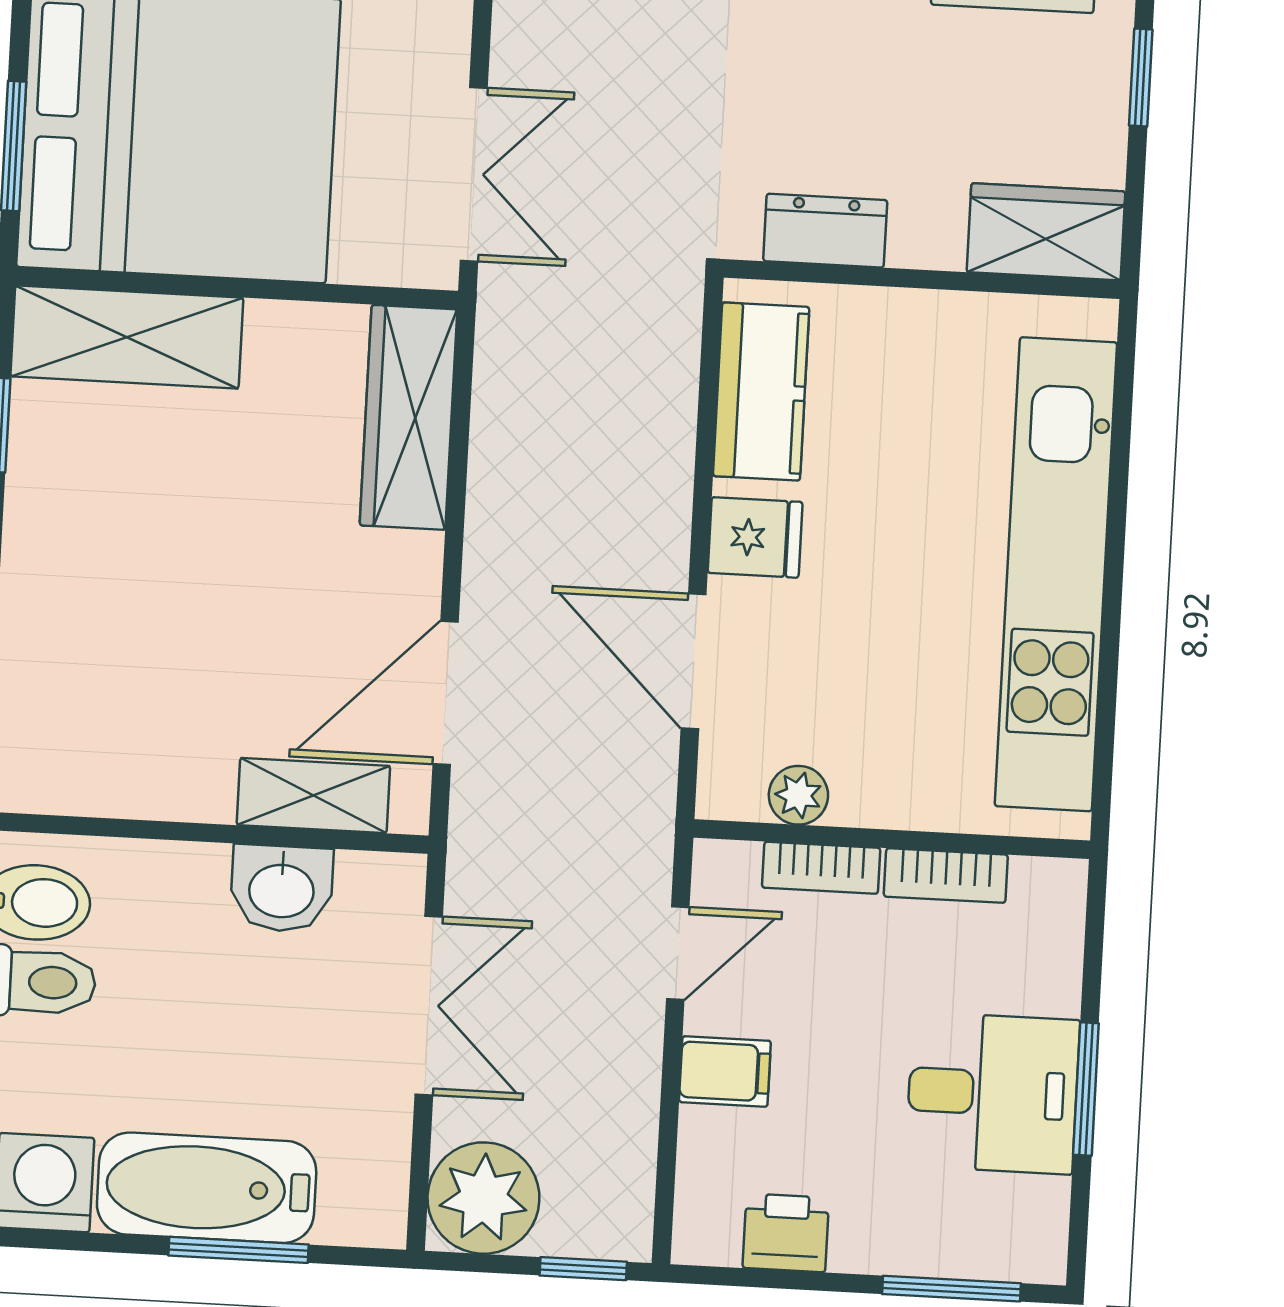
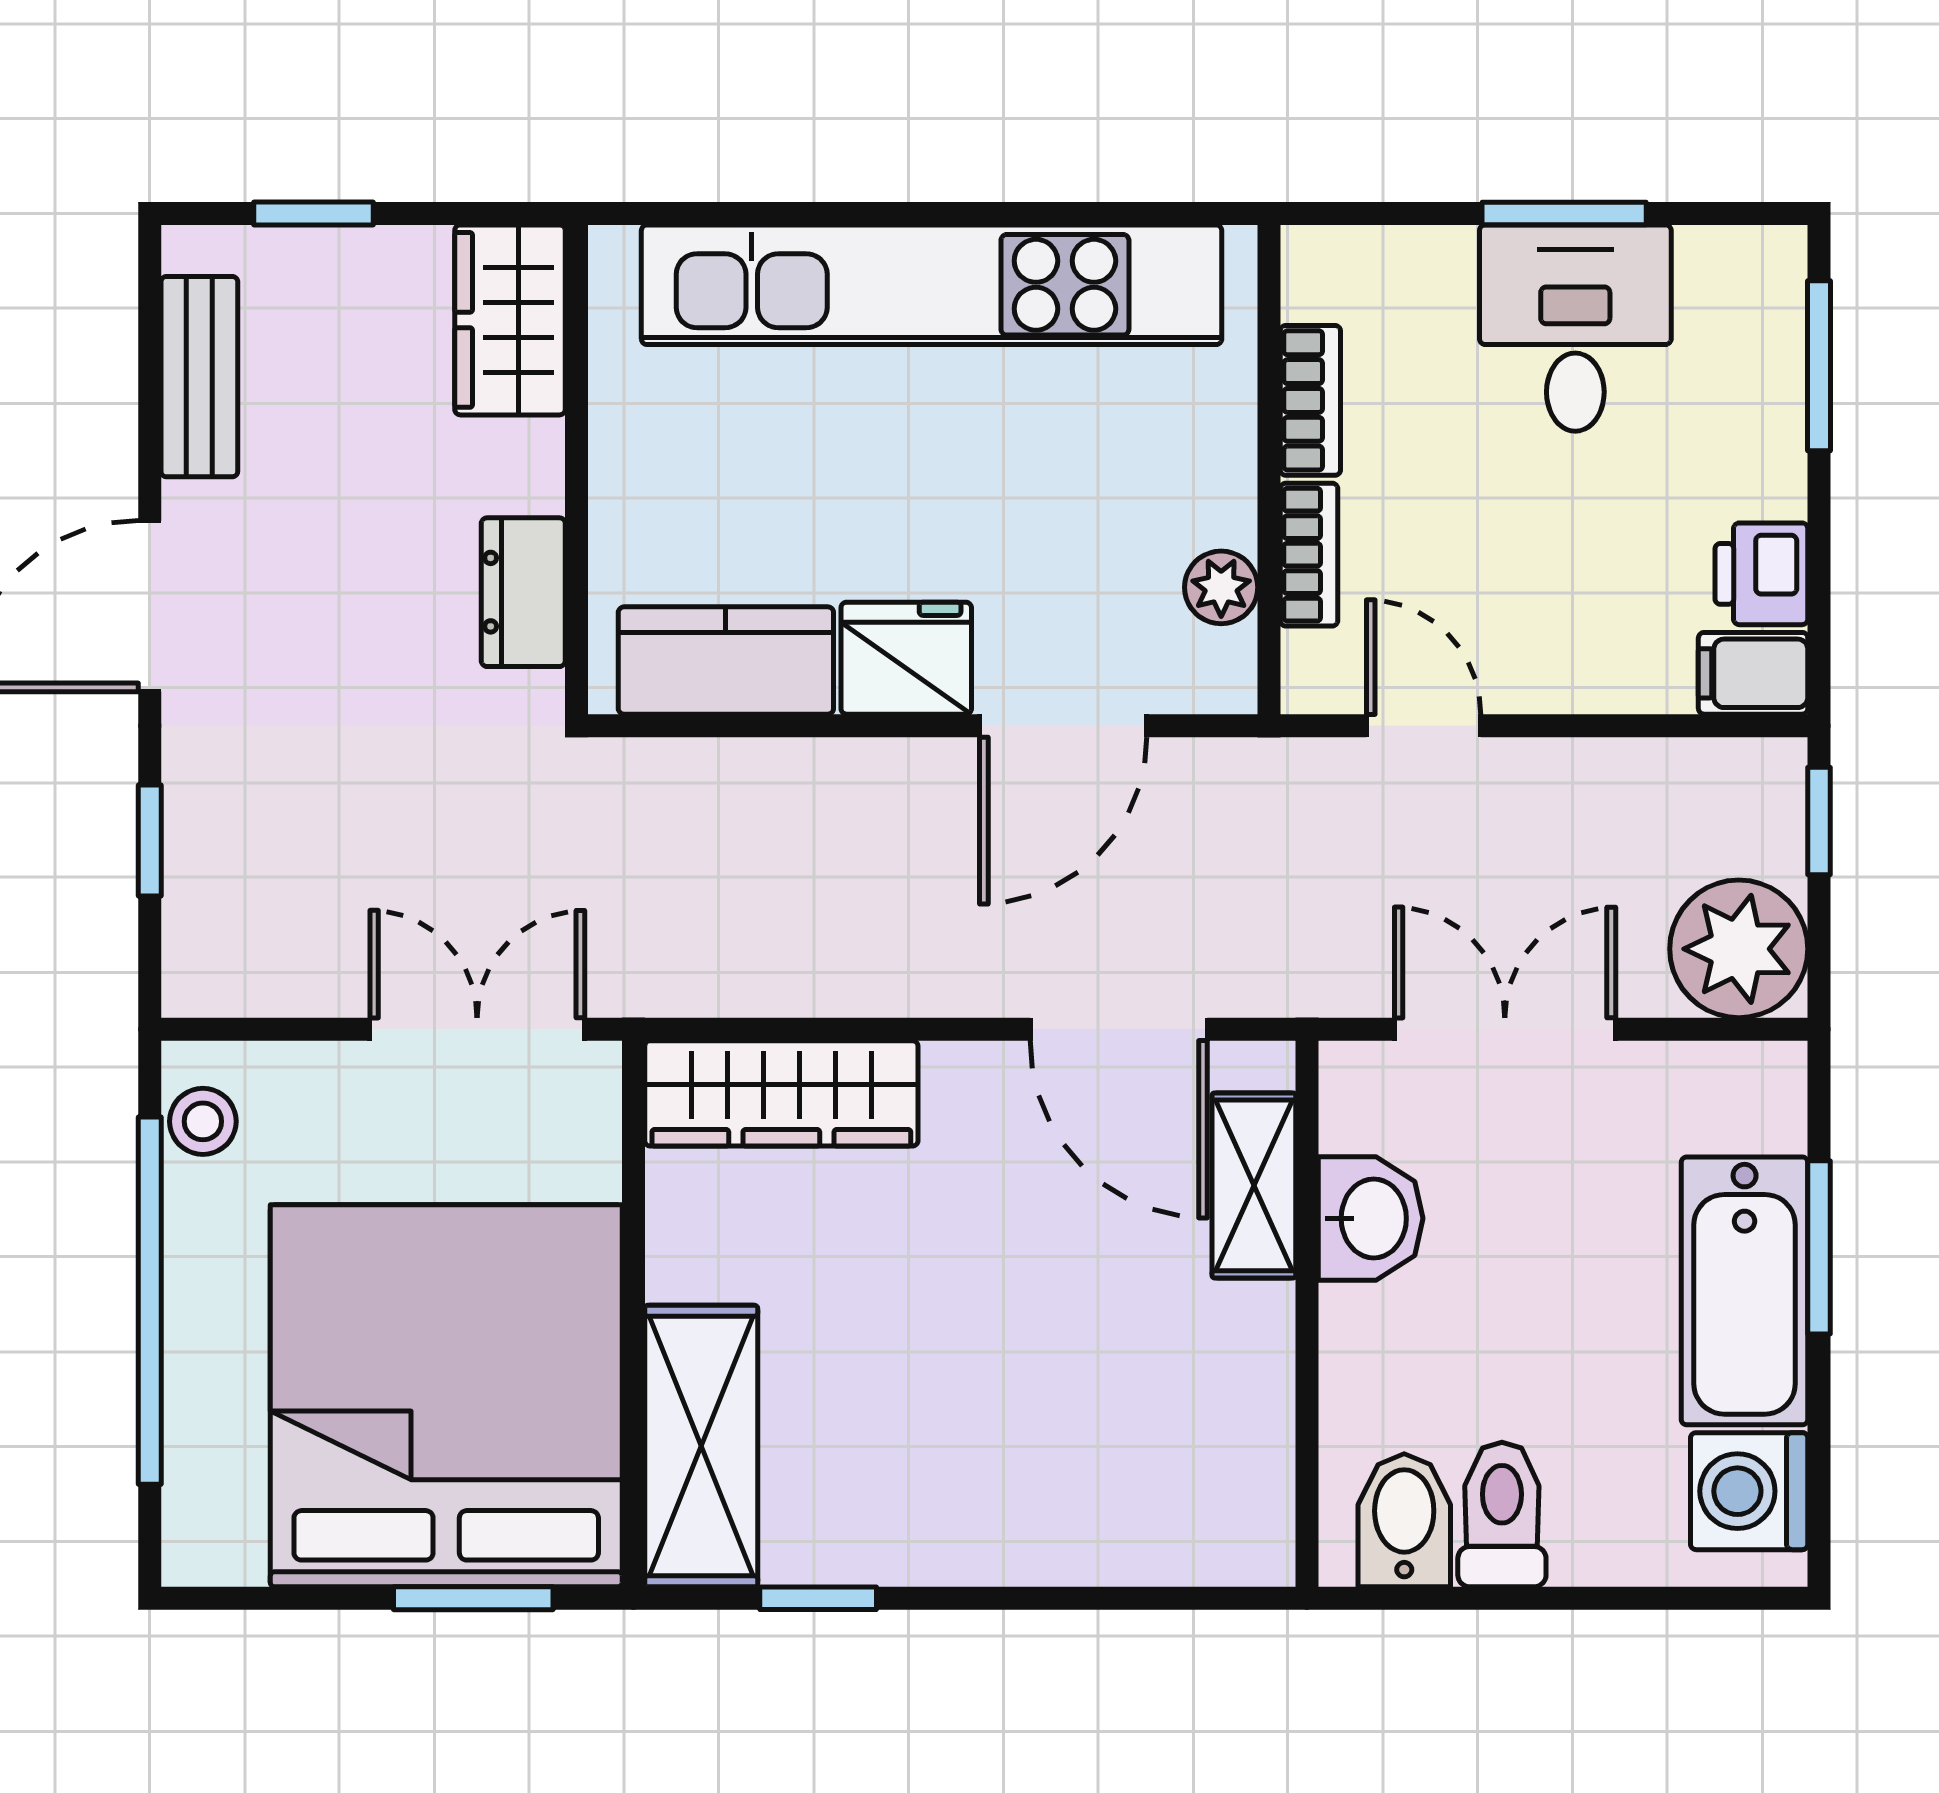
fridge: (755, 537) -> (906, 658), width x1.38
filing cabinet: (725, 1071) -> (1753, 673), moved, turned -90

